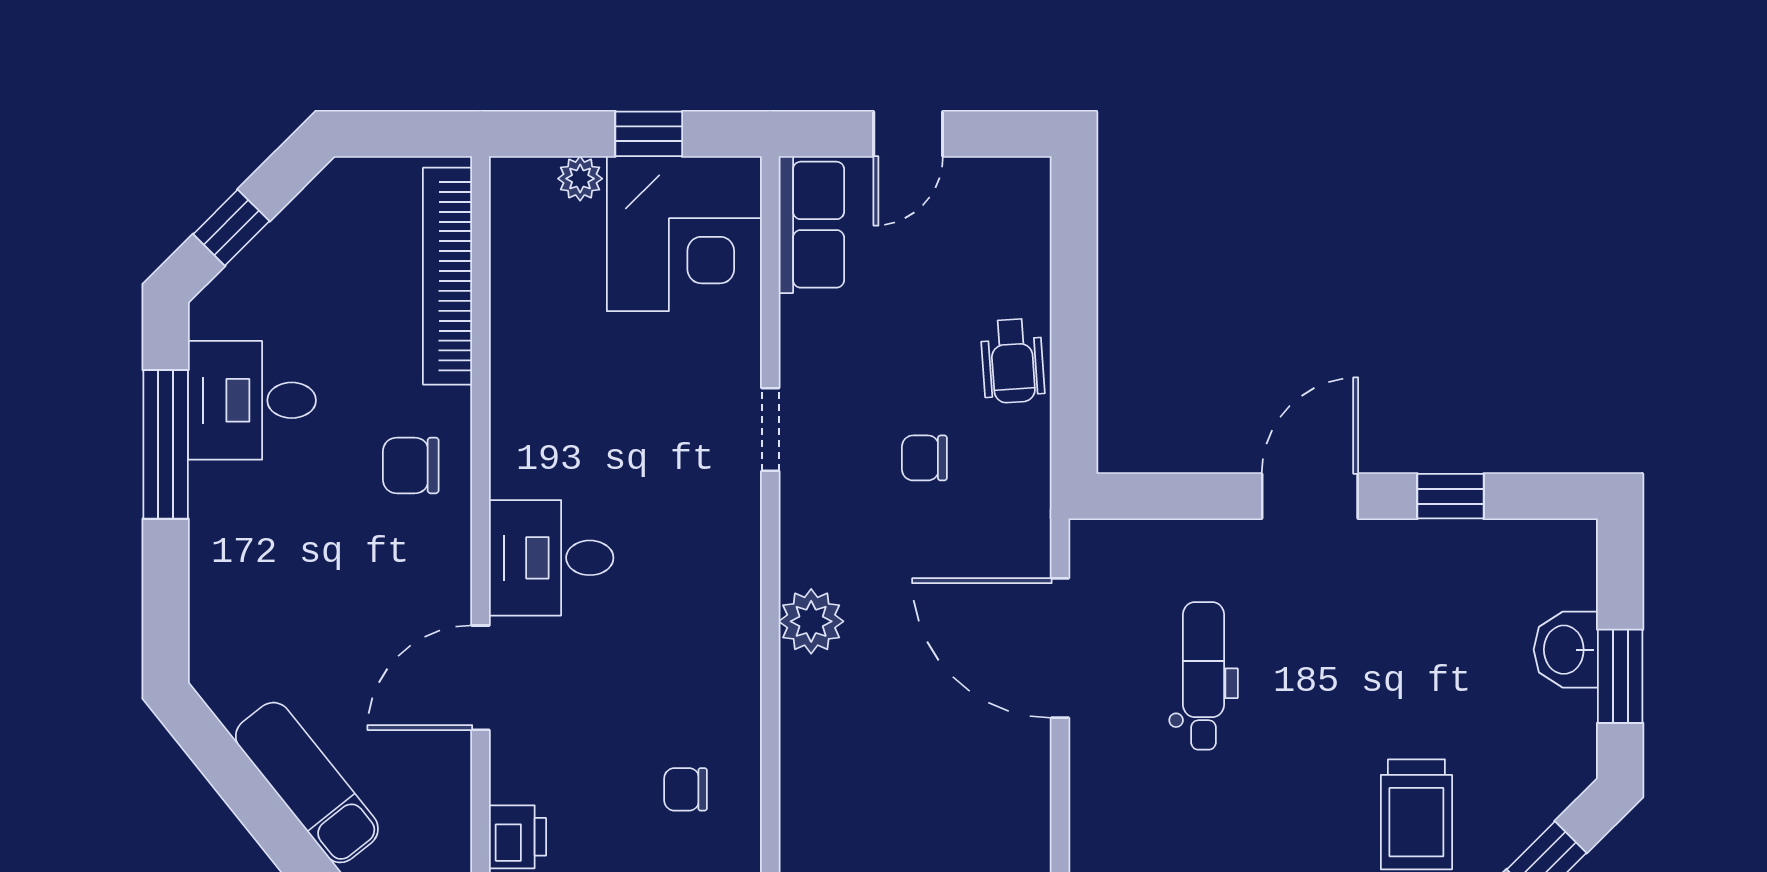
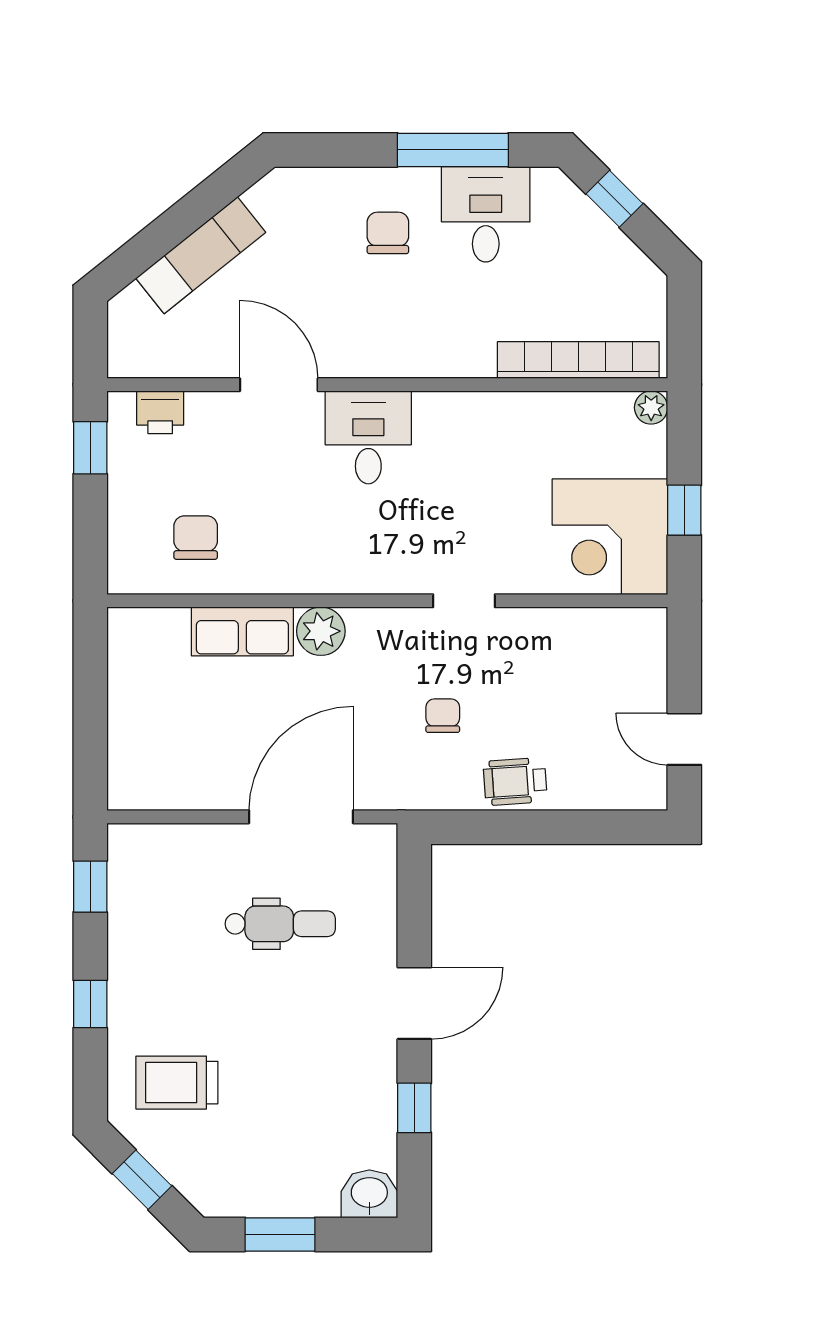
door: (908, 134) -> (684, 739), moved
plant: (580, 179) -> (651, 408), moved
row of seats: (811, 225) -> (242, 631), moved
chair: (411, 465) -> (388, 233), moved
door: (1310, 496) -> (414, 1003), hinge flipped
washbasin: (1566, 650) -> (369, 1194), moved
chair: (686, 789) -> (196, 538), width x1.37, depth x1.37

